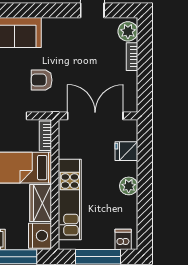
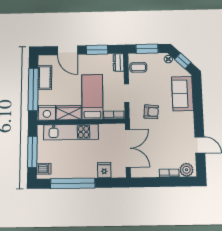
armchair: (42, 80) -> (151, 112), turned 95
plant: (129, 186) -> (80, 172), removed
window: (145, 197) -> (73, 183), added

